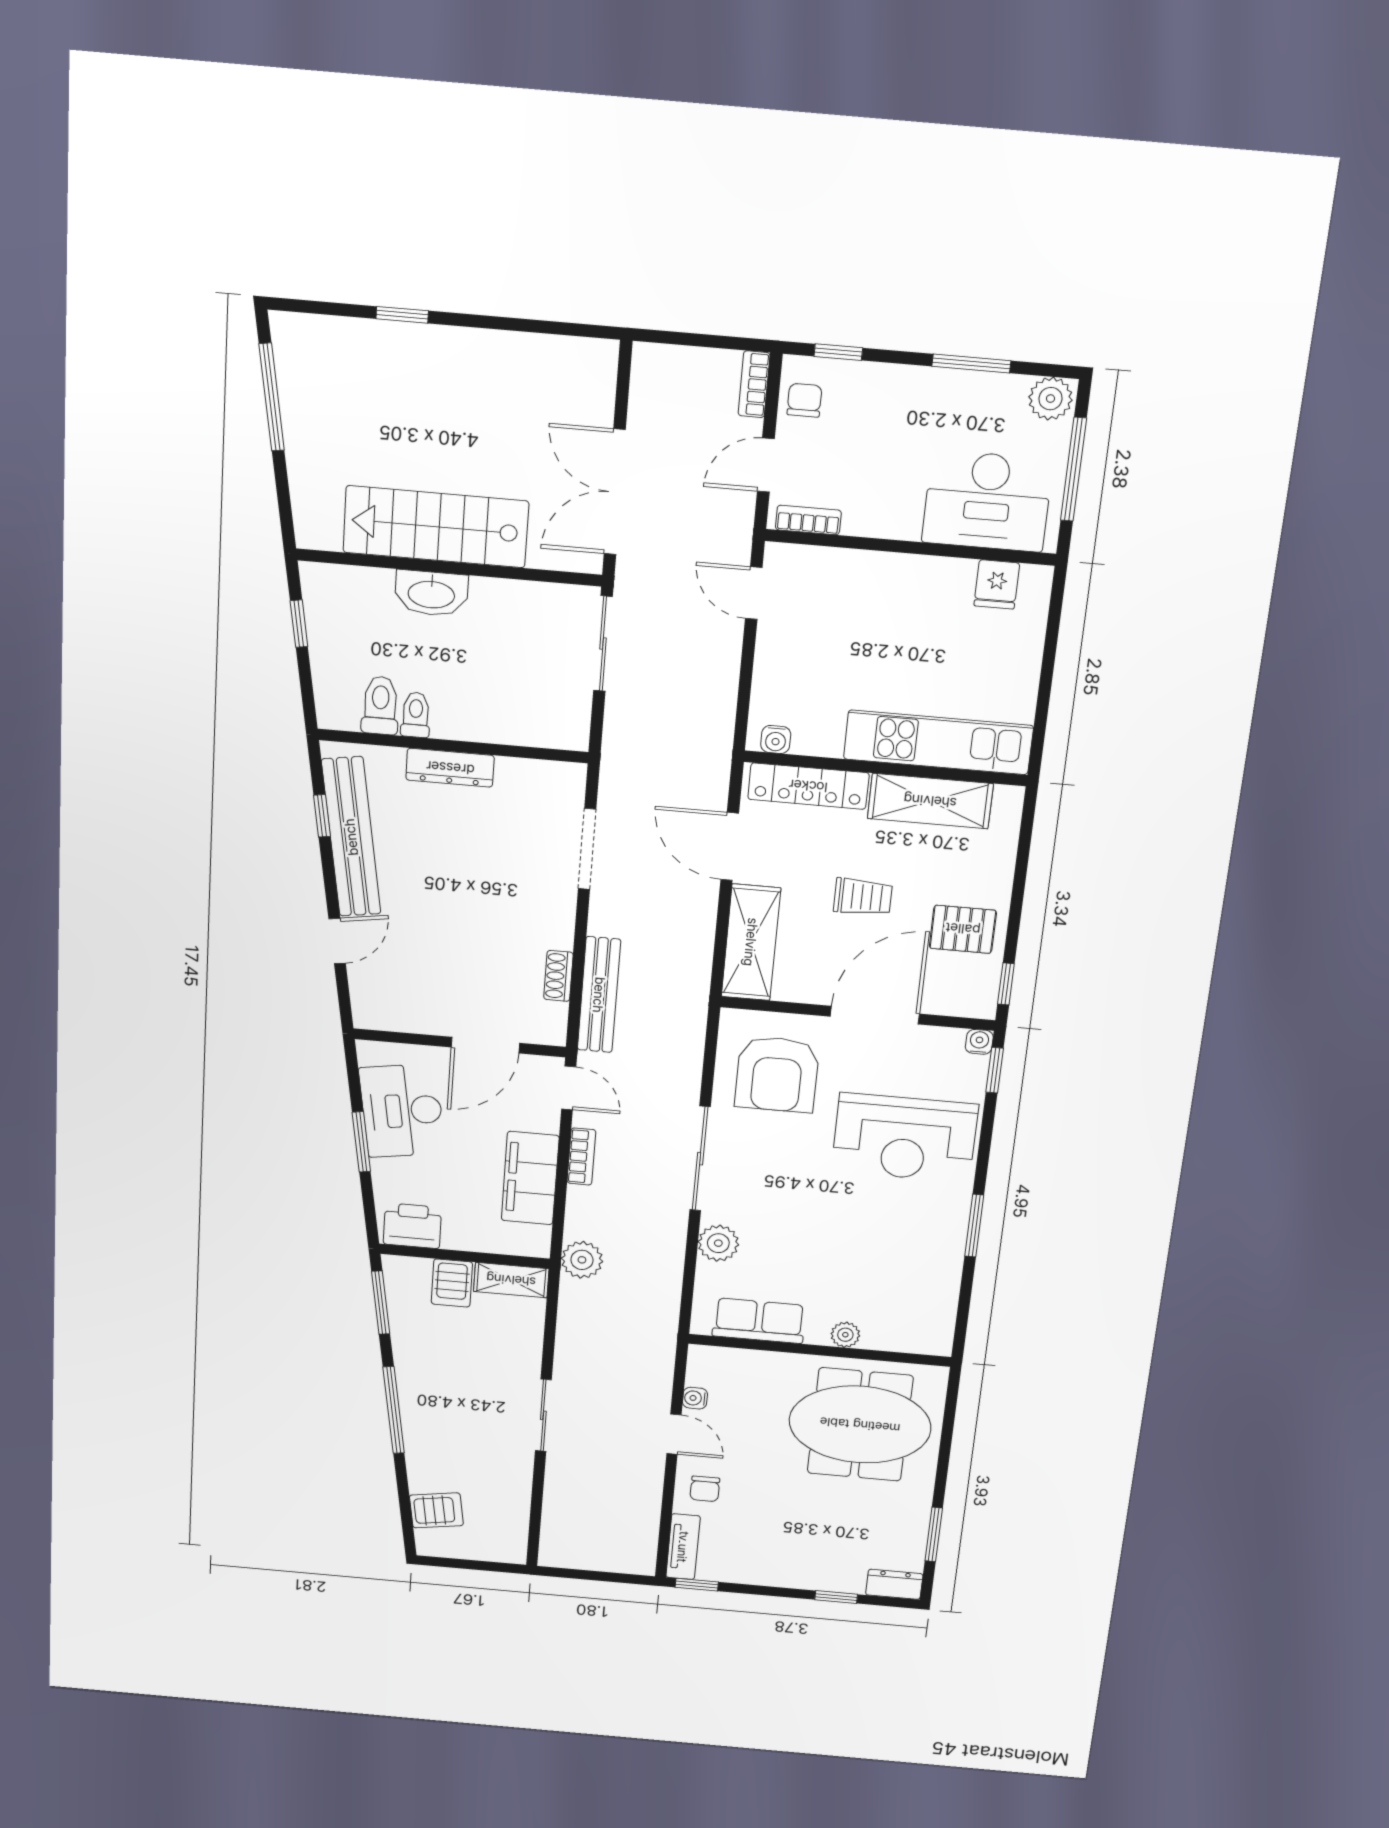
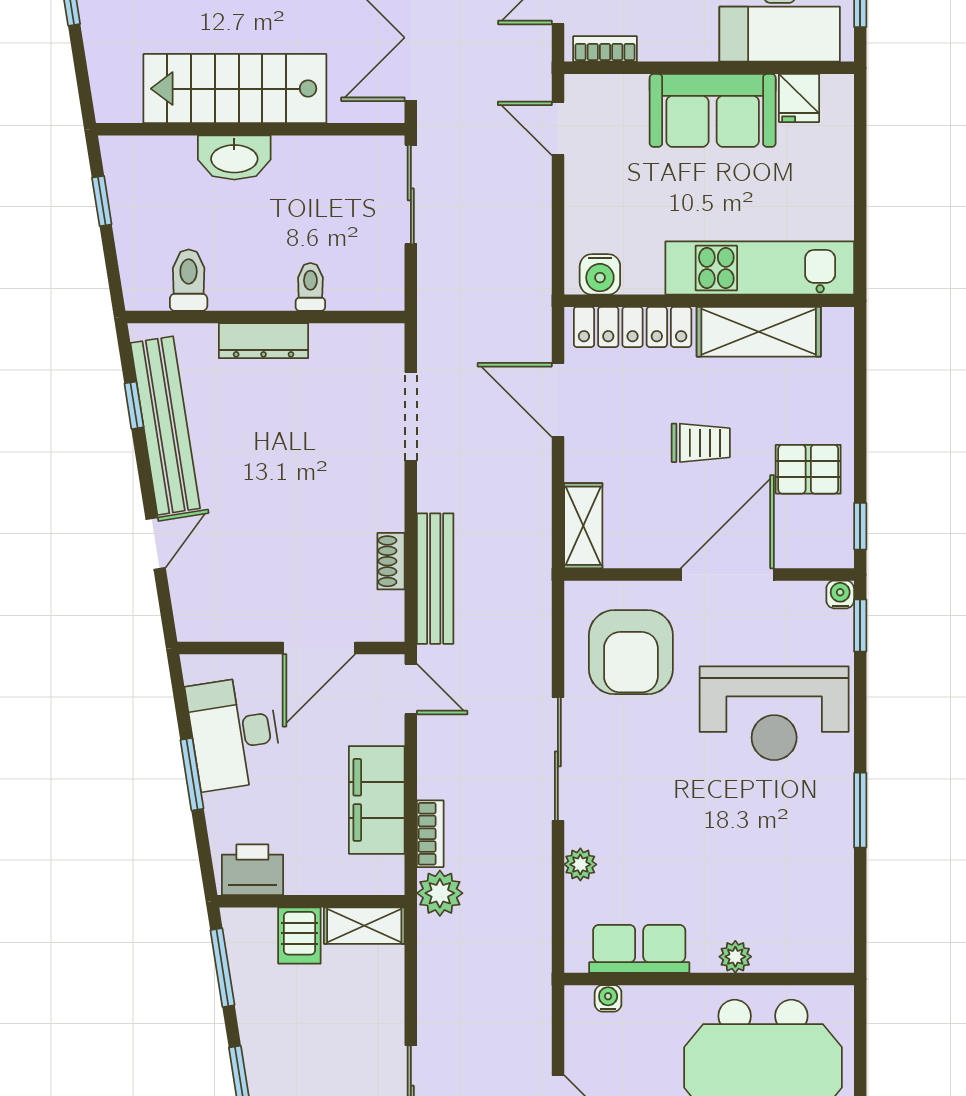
sofa: (909, 589) -> (713, 110), added
toilet: (416, 715) -> (310, 287), moved
water cooler: (776, 739) -> (600, 274), width x1.38, depth x1.38
shelving: (751, 942) -> (583, 526), width x0.67, depth x0.75
bookcase: (581, 1157) -> (430, 834), moved
plant: (718, 1243) -> (580, 864), width x0.73, depth x0.73
water cooler: (695, 1398) -> (608, 998), moved, turned 90

